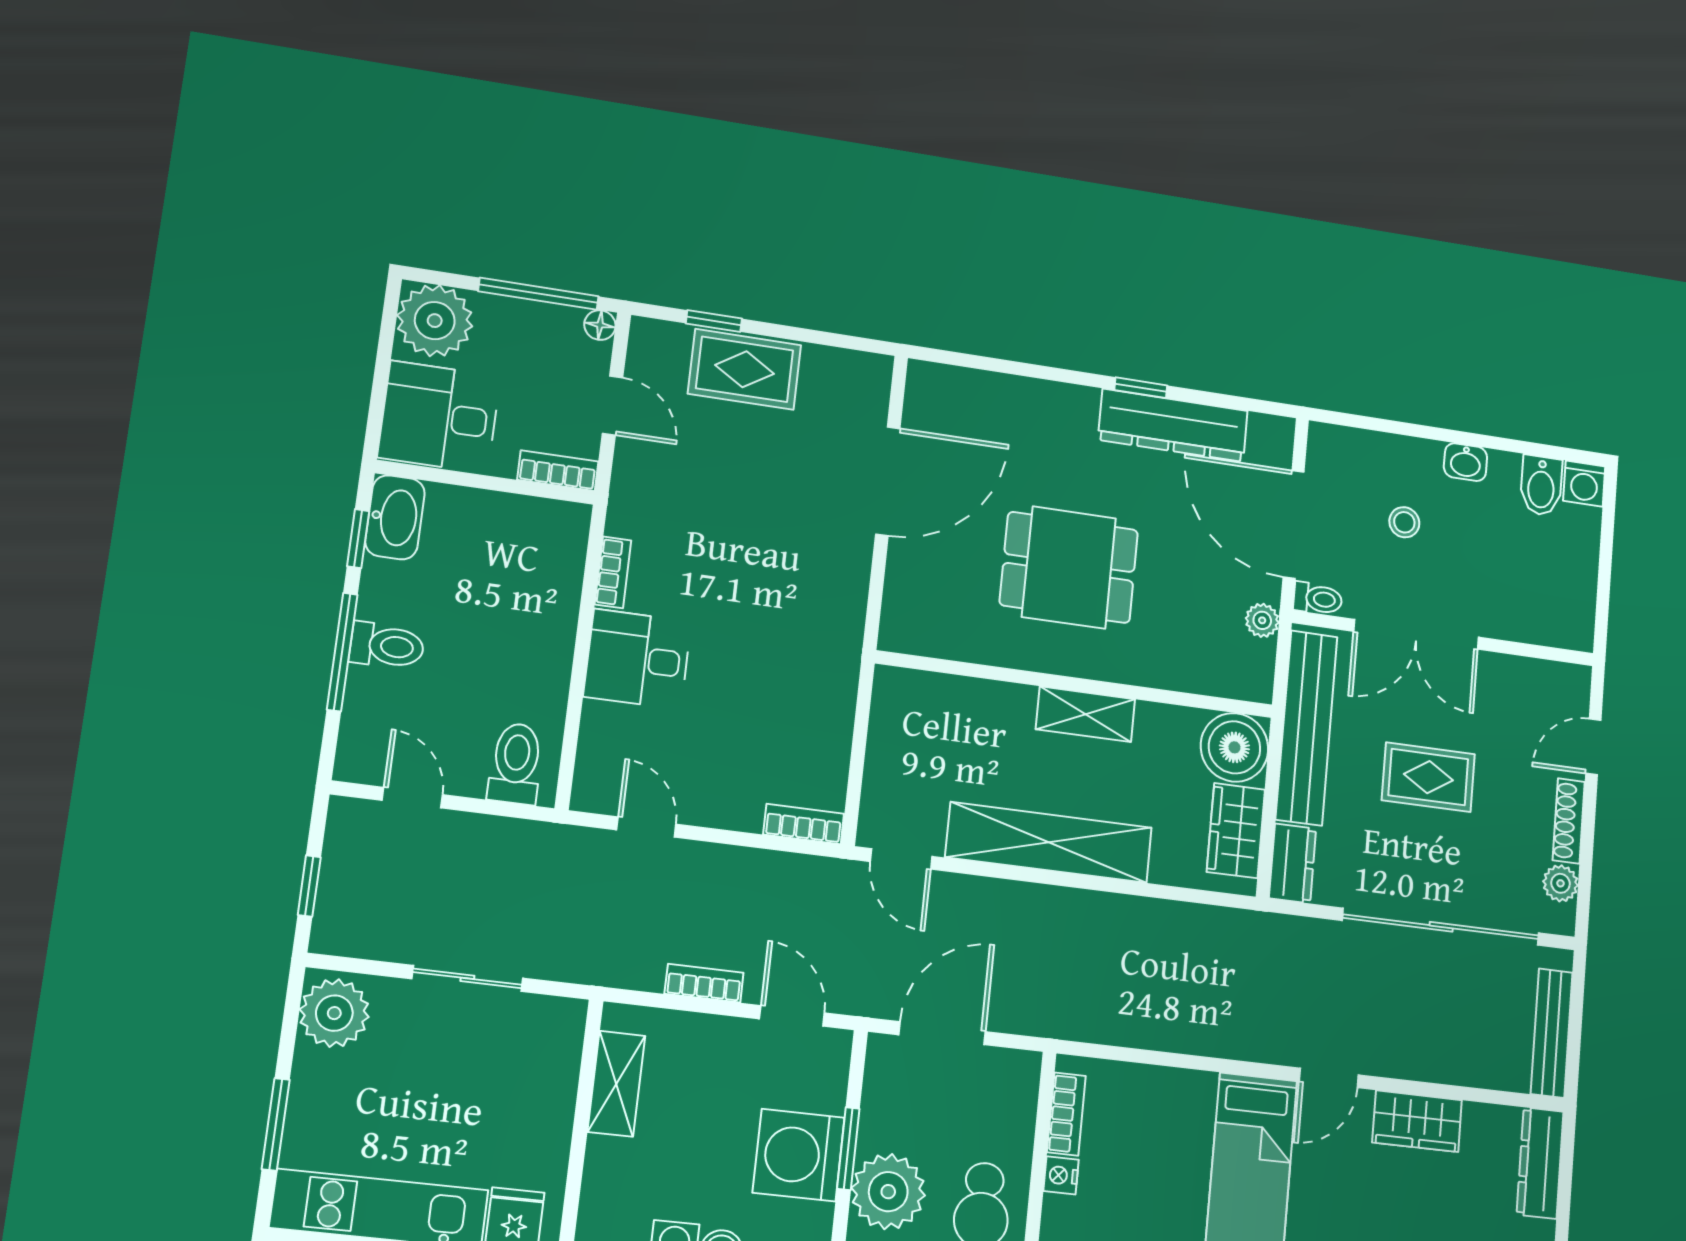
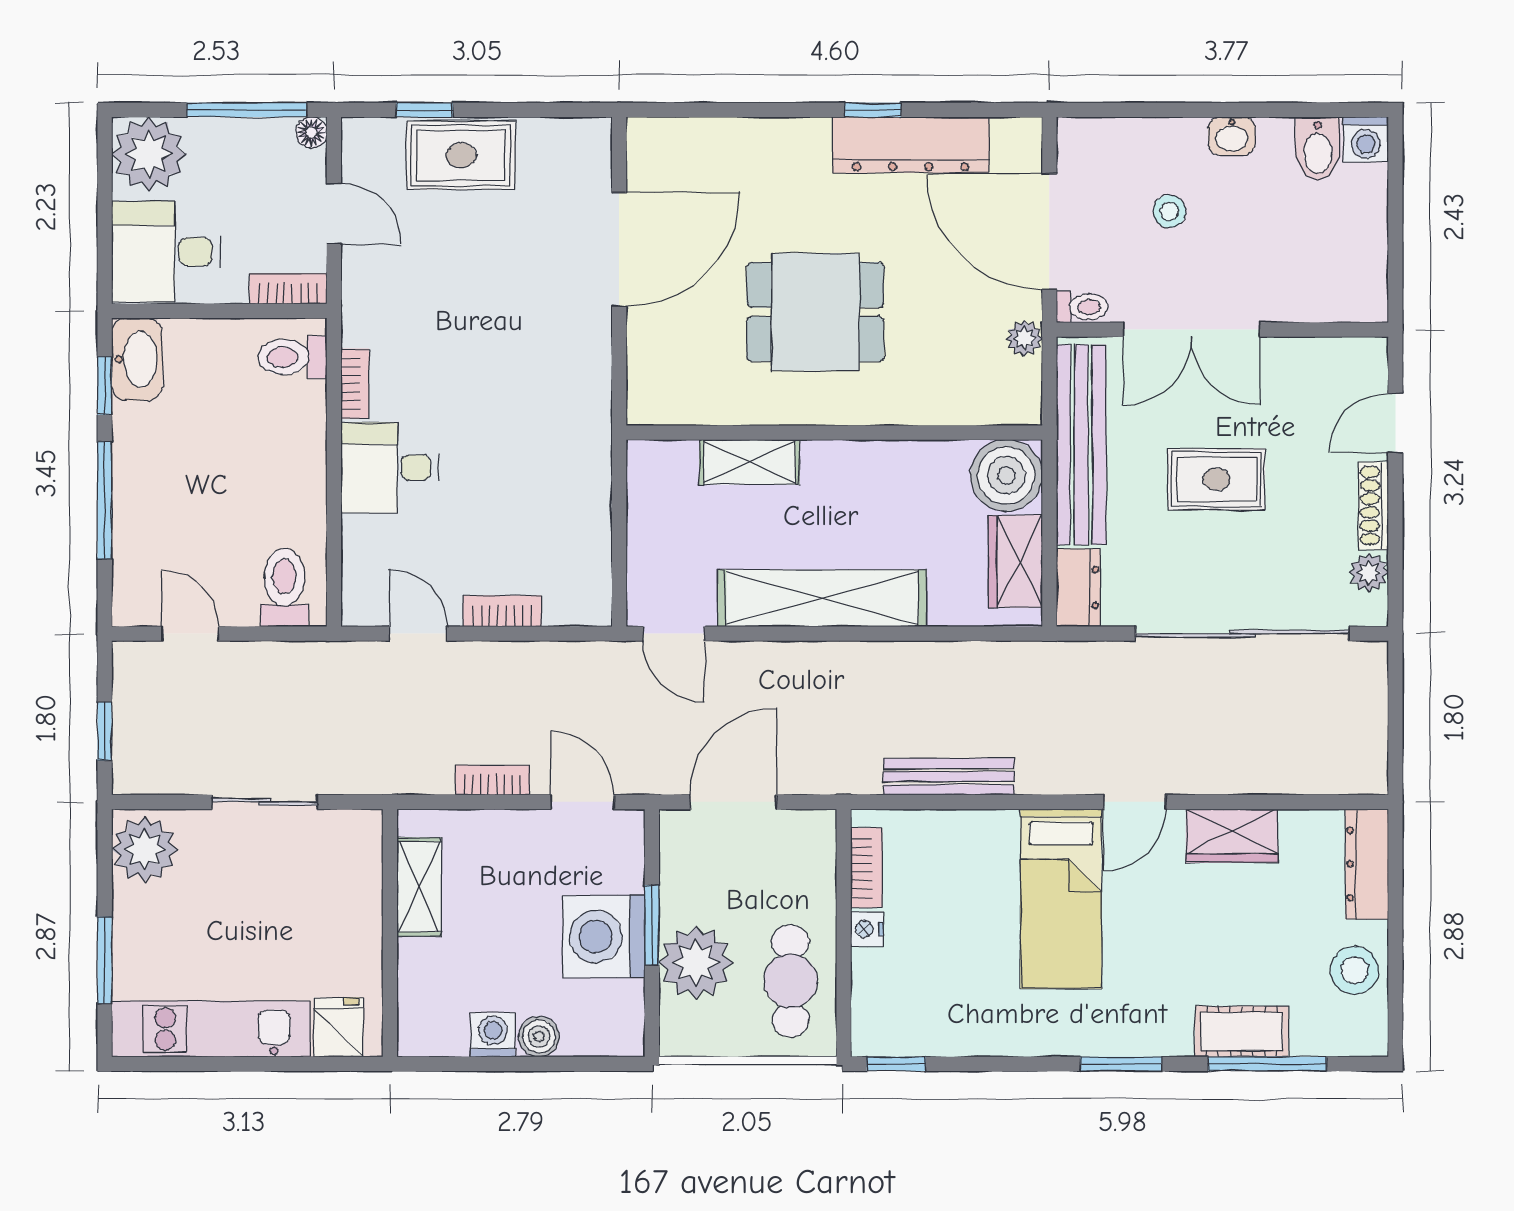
toilet: (387, 646) -> (292, 357), moved, turned 180
shelving: (1085, 714) -> (749, 462), moved
bookcase: (804, 824) -> (502, 611), moved
bench: (1552, 1033) -> (949, 777), moved, turned 90

